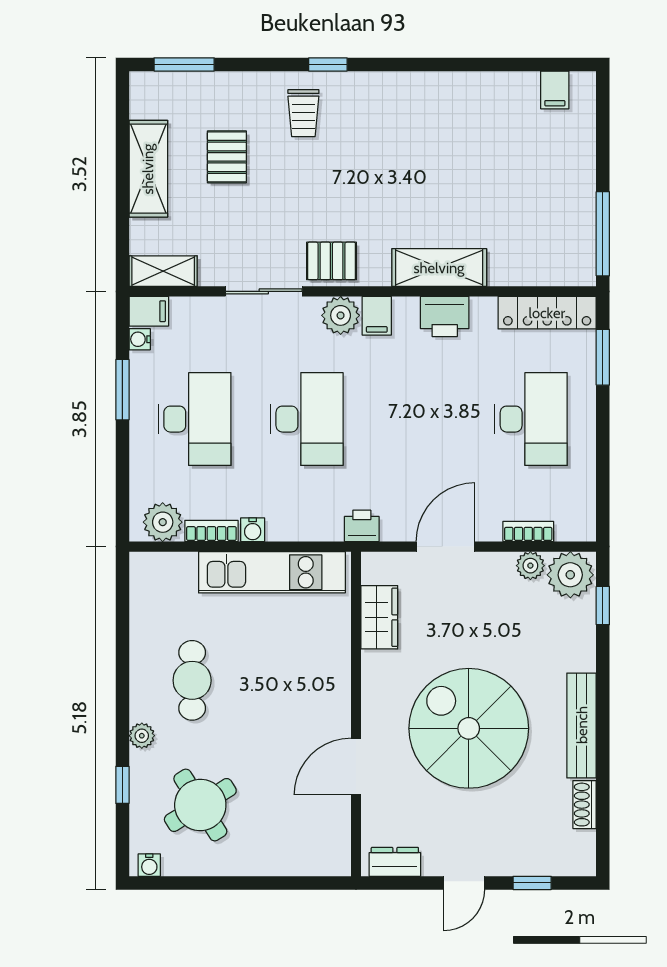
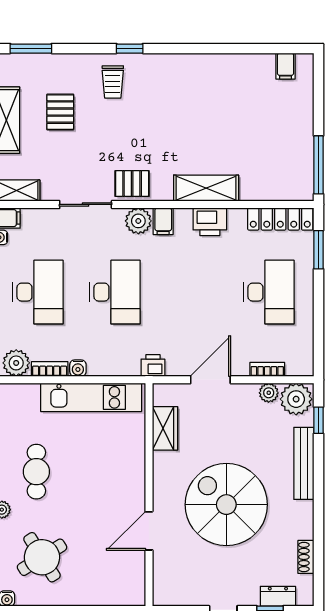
bench: (582, 725) -> (304, 463), moved
dresser: (395, 862) -> (278, 596), moved

